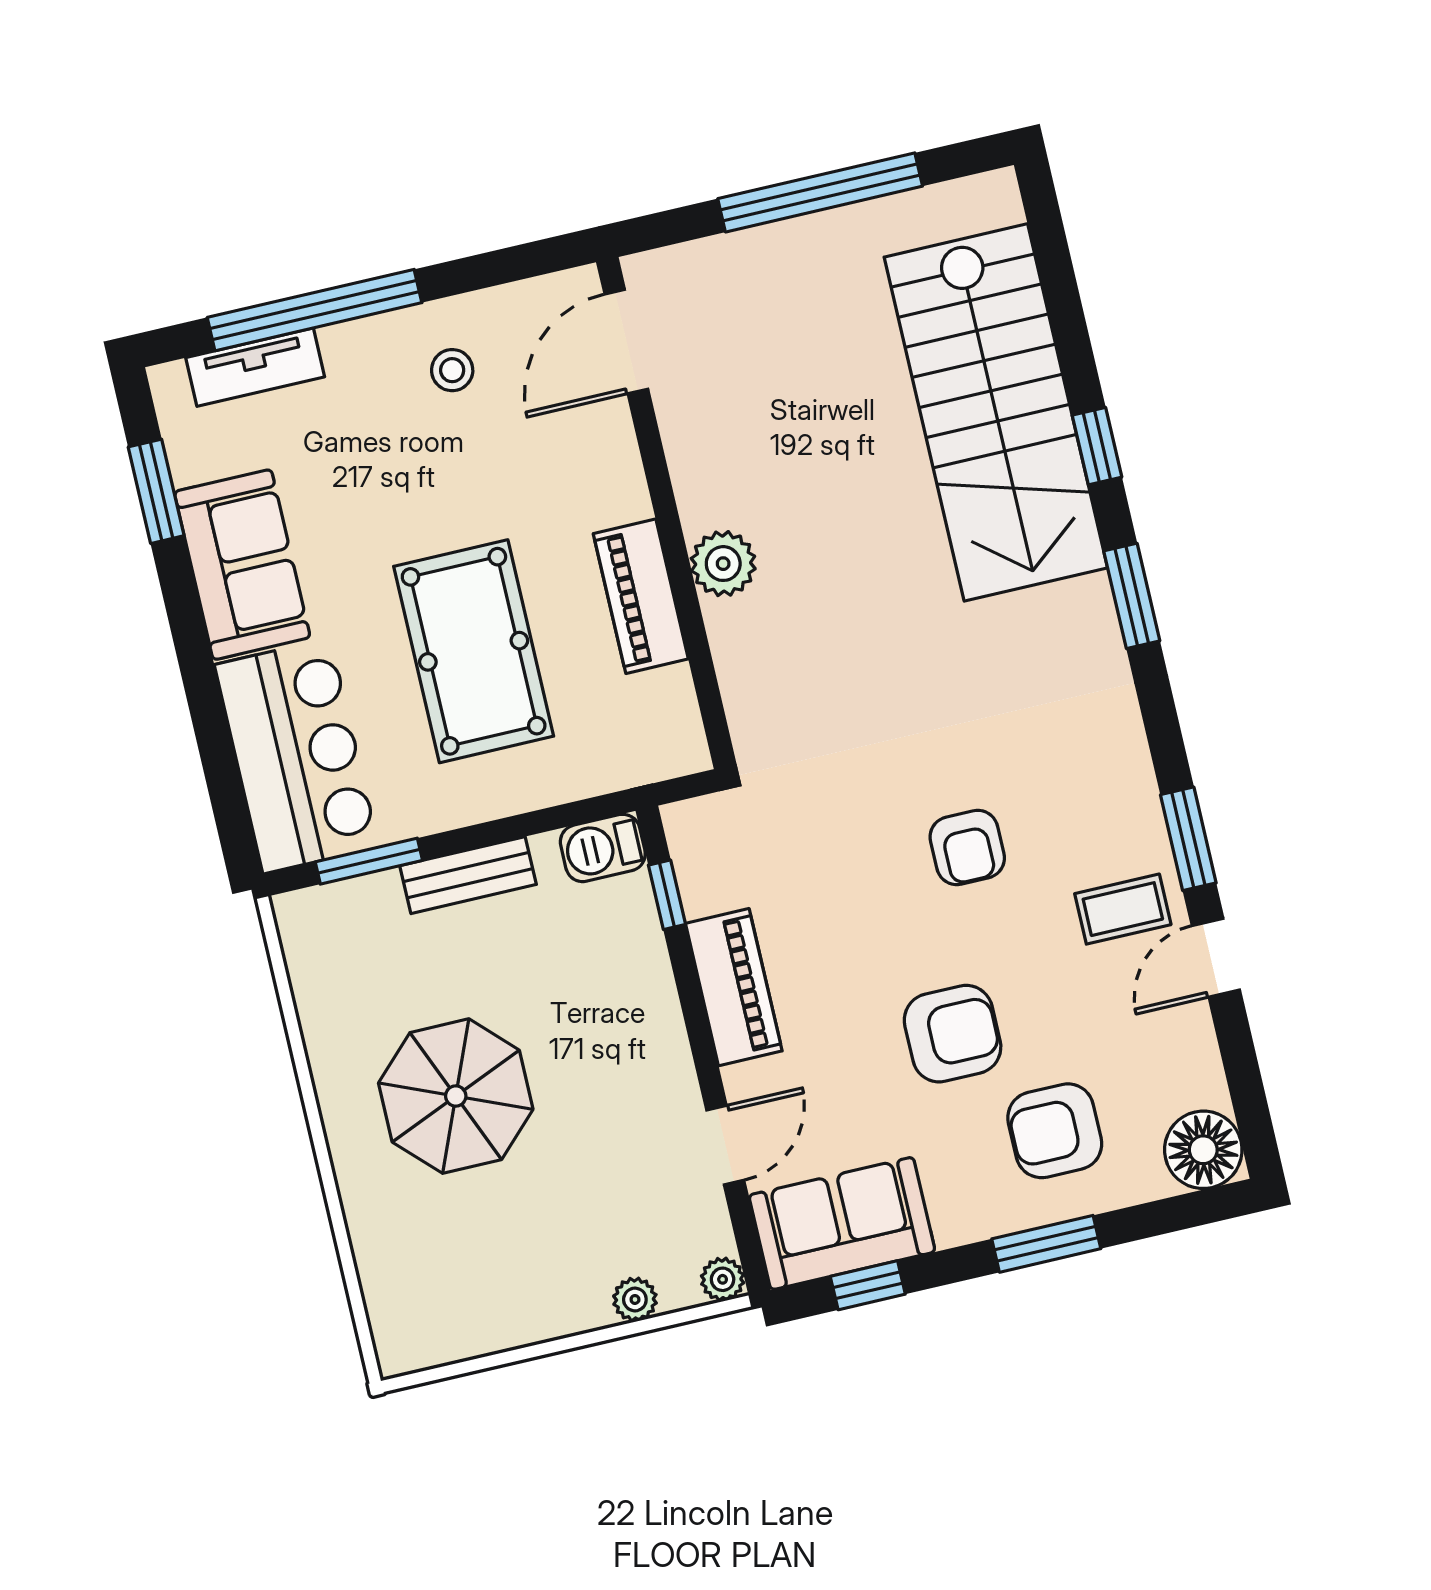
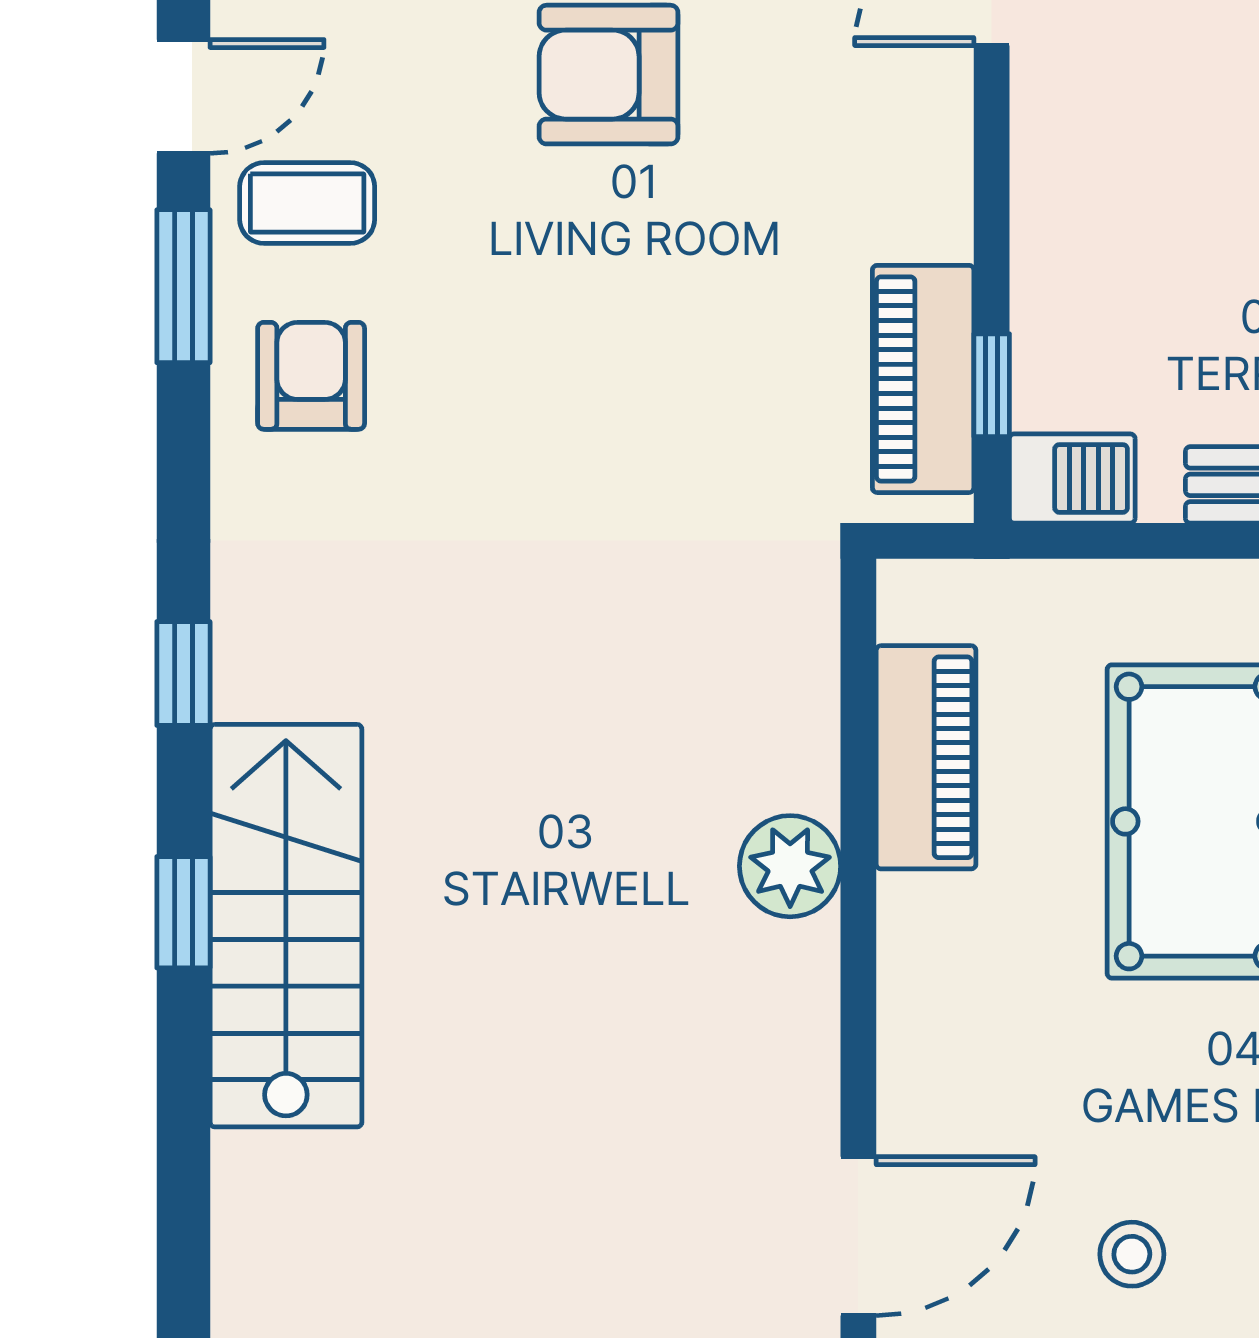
stairs: (996, 412) -> (286, 926), width x0.73, depth x0.66
piano: (641, 596) -> (926, 757), moved
window: (1132, 596) -> (183, 673), width x0.67
armchair: (967, 847) -> (311, 376), moved
piano: (734, 987) -> (923, 379), moved

